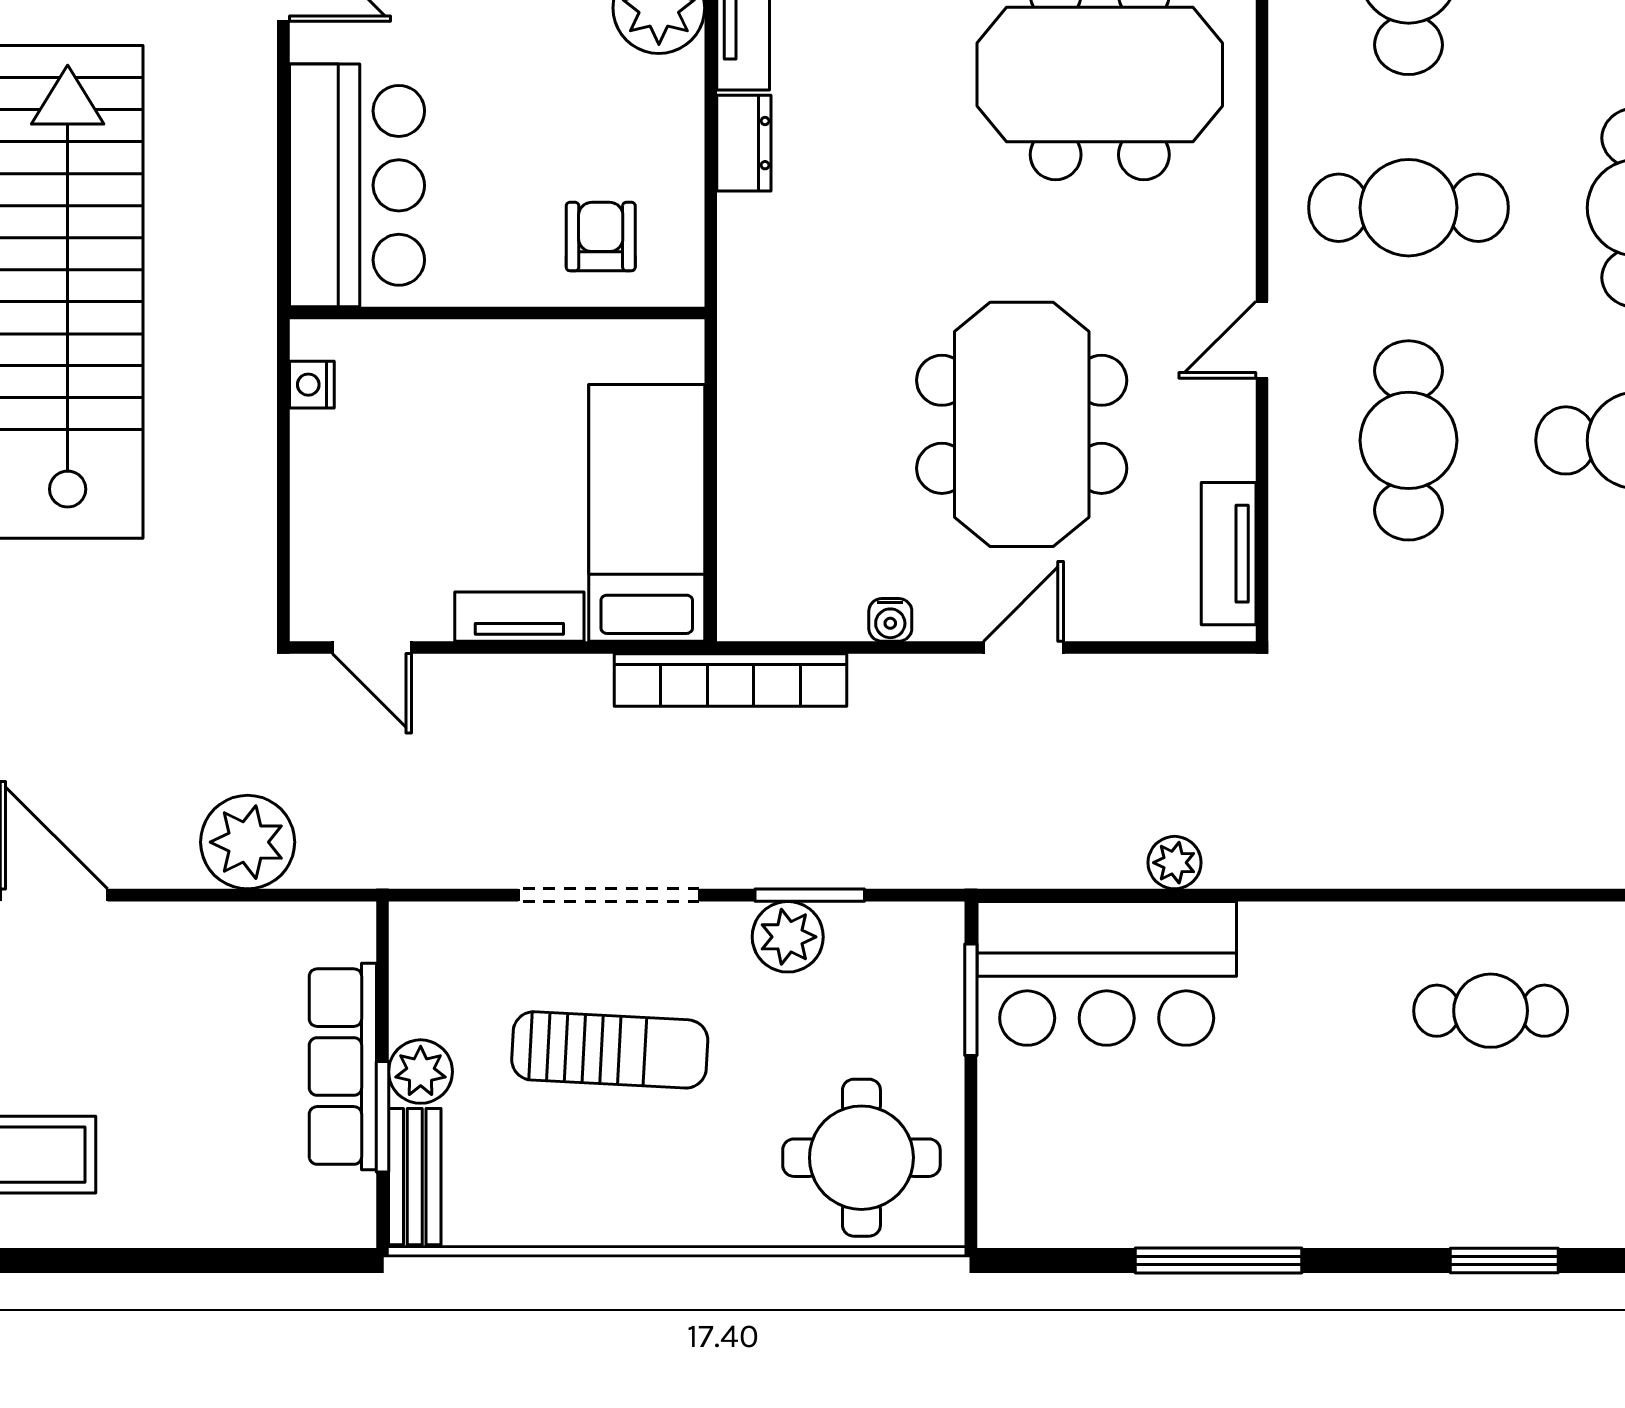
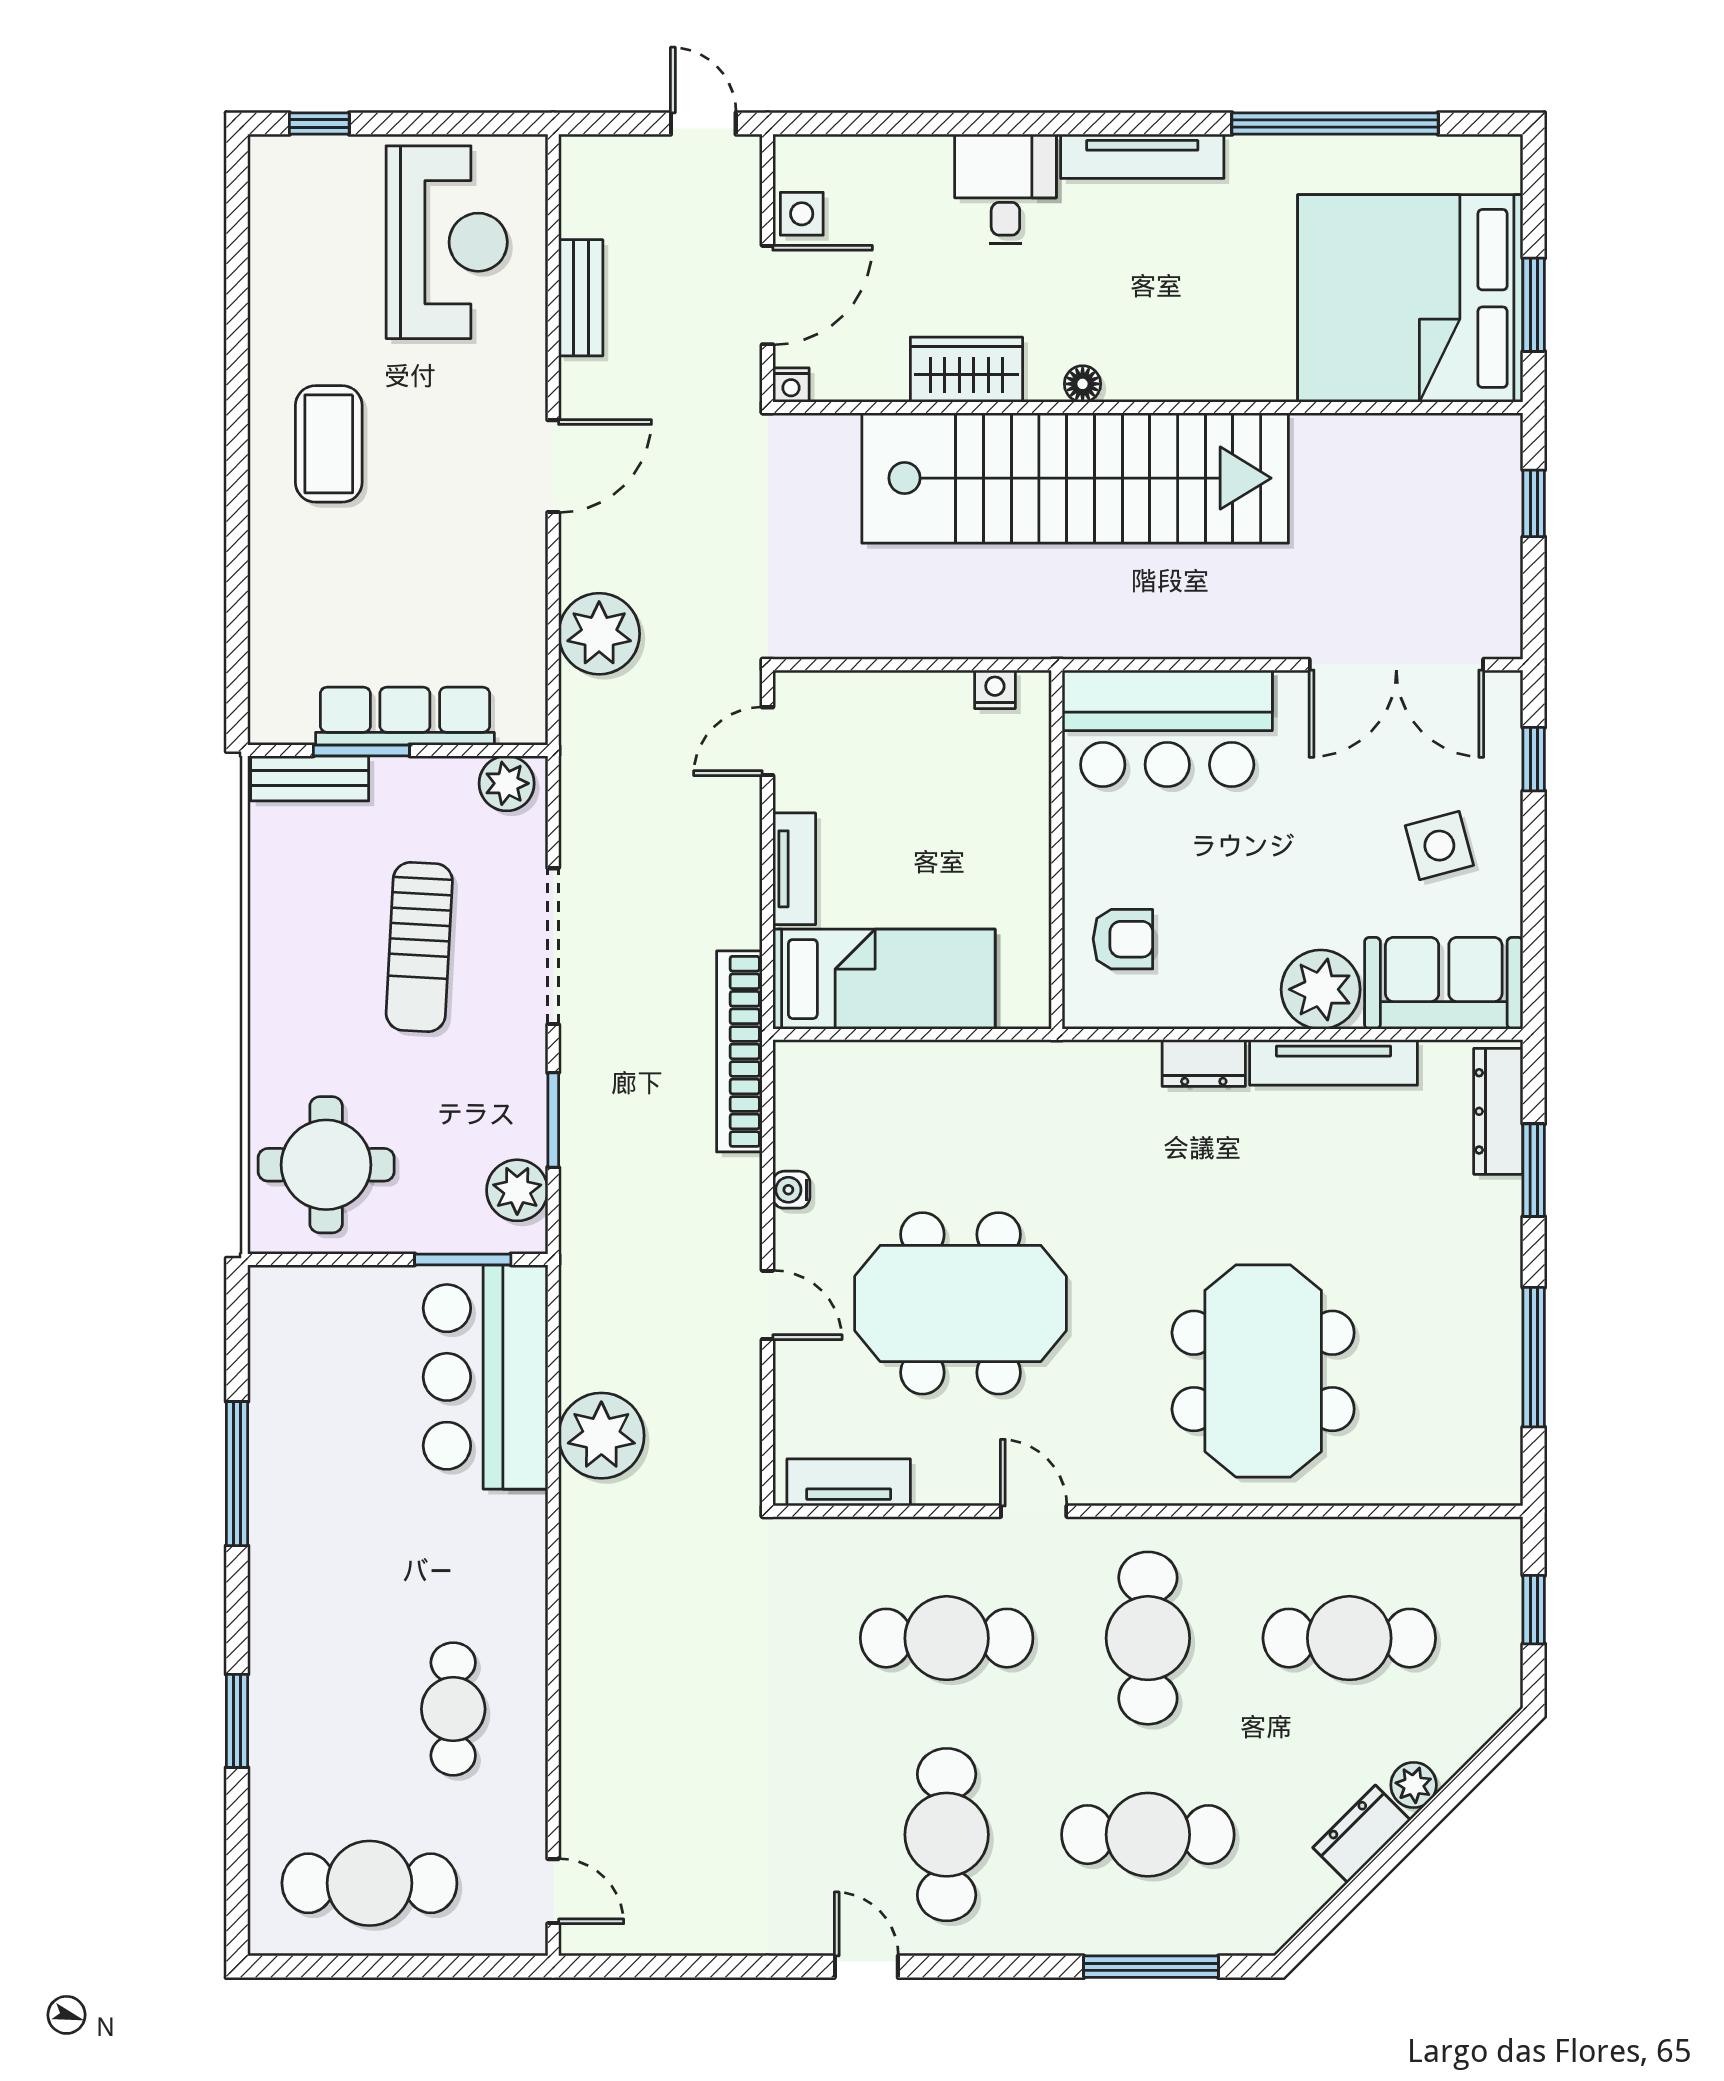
plant: (1175, 863) -> (601, 1436), width x1.87, depth x1.87
plant: (788, 937) -> (517, 1190), moved
plant: (421, 1072) -> (507, 783), moved

